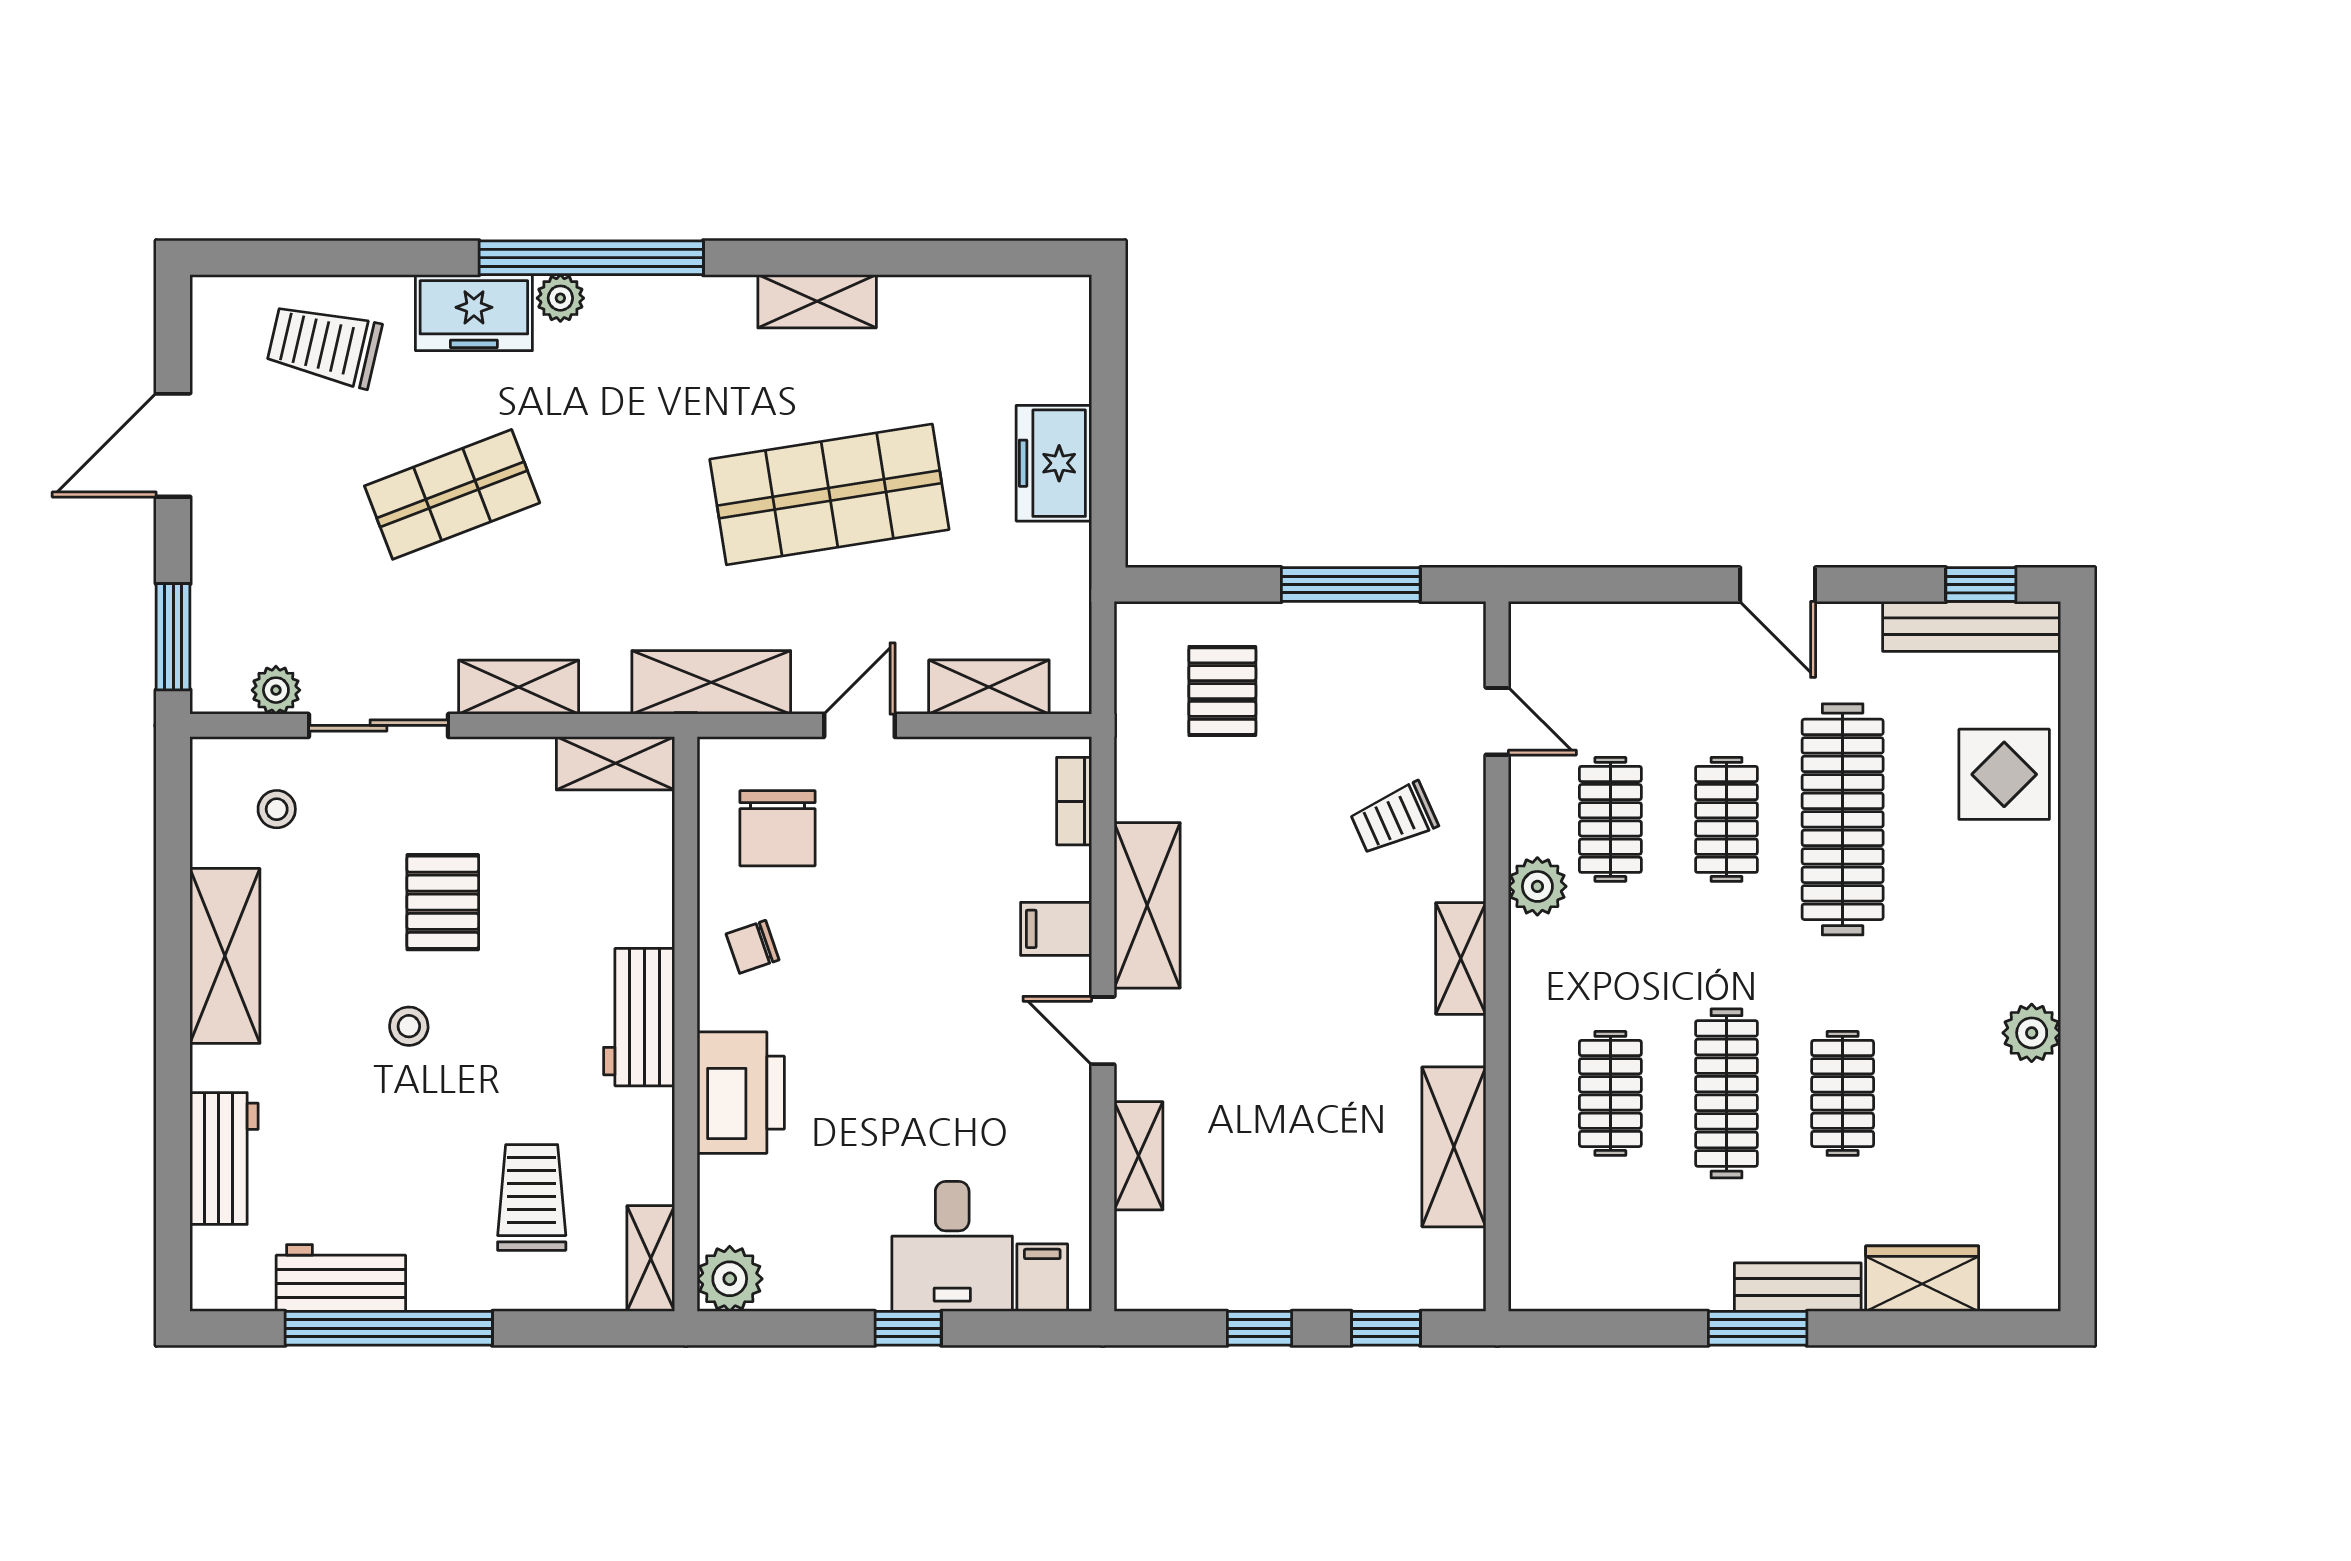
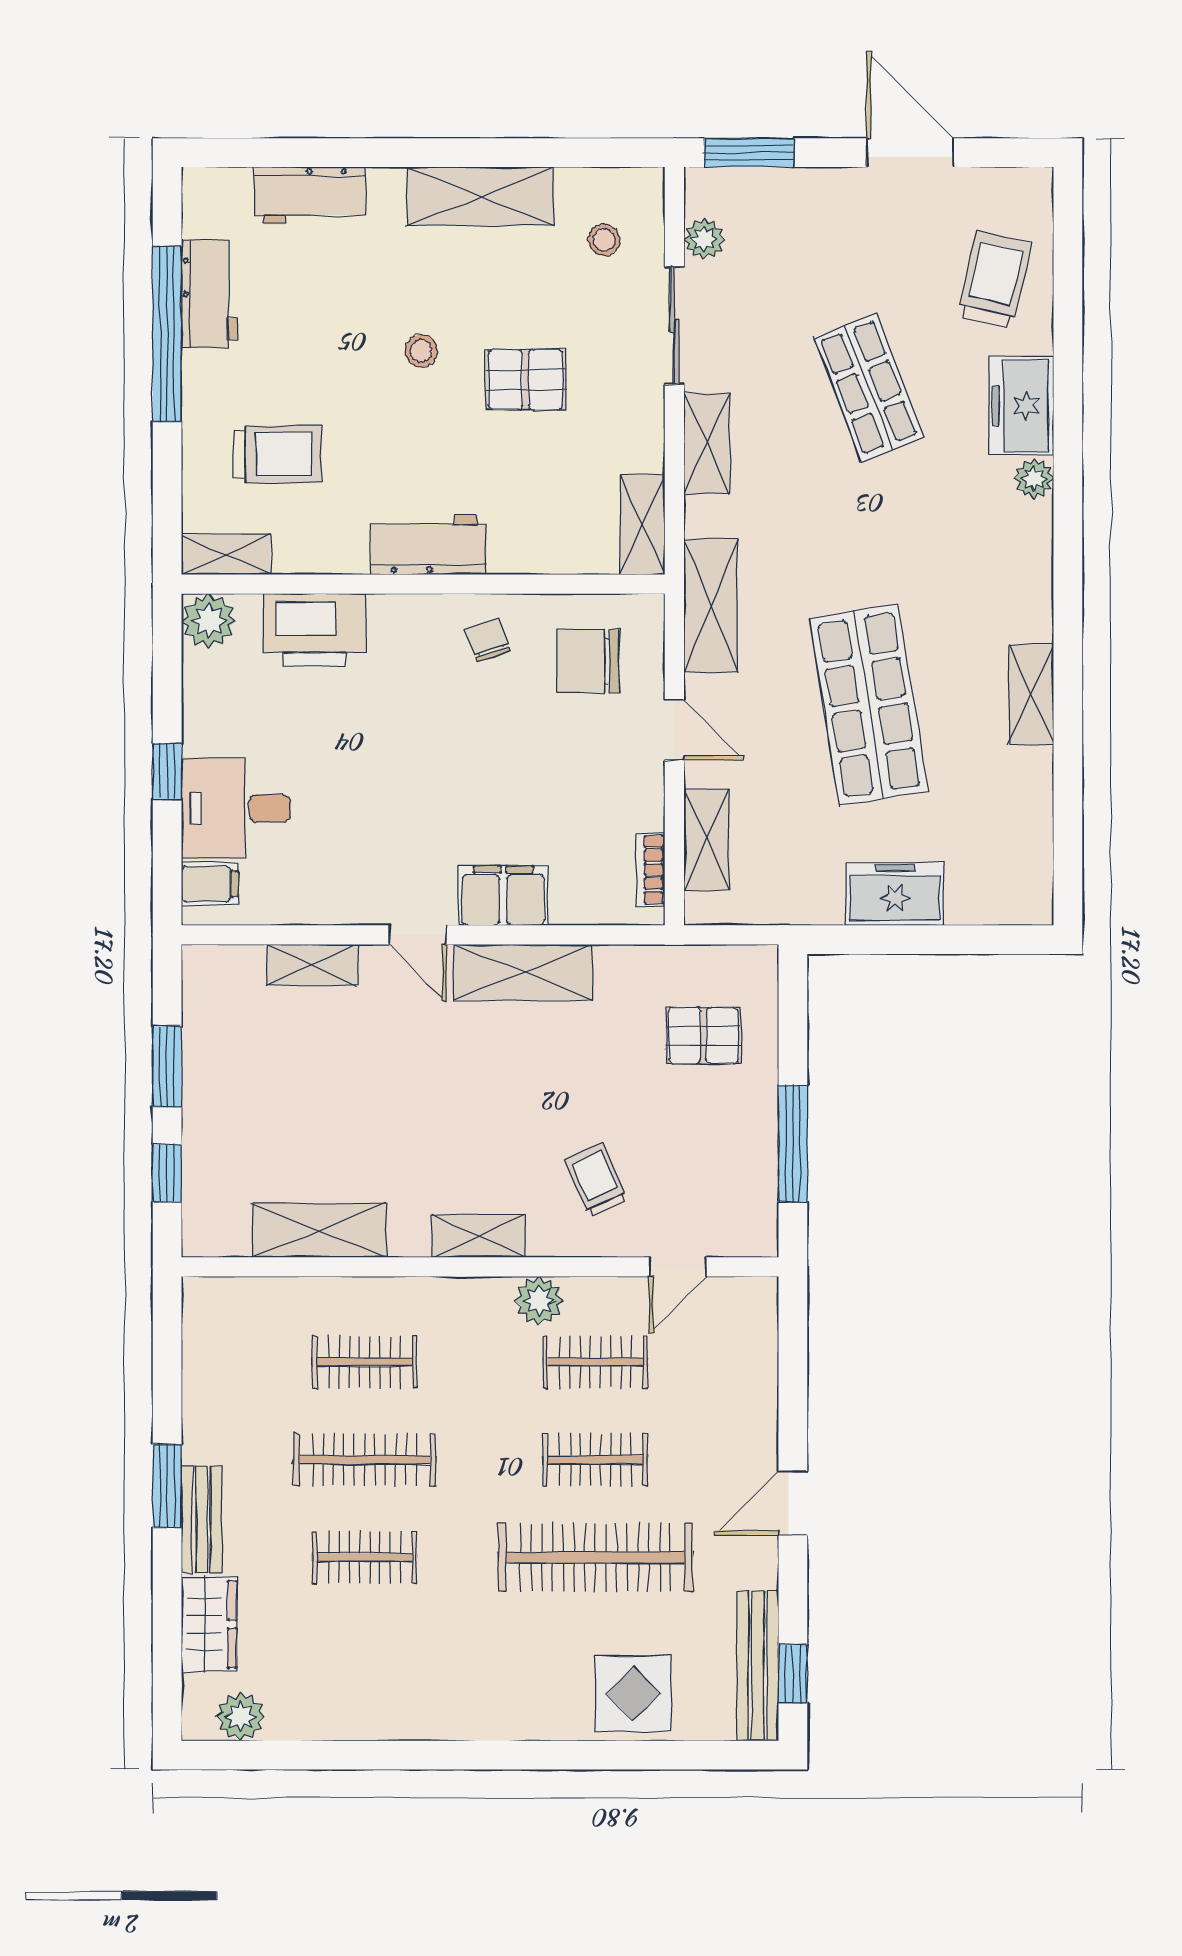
window: (591, 258) -> (1068, 504), removed
bookcase: (1074, 801) -> (650, 870), moved, turned -90
filing cabinet: (1056, 929) -> (503, 896), width x2.00
door: (1103, 1031) -> (418, 935), swing flipped
plant: (2032, 1033) -> (241, 1717), moved
printer: (741, 1093) -> (314, 630), moved
window: (1259, 1328) -> (167, 1067), width x1.50

